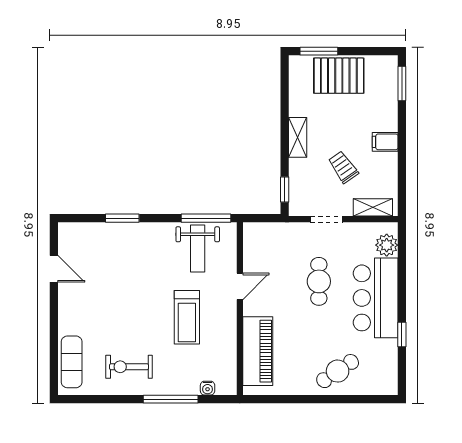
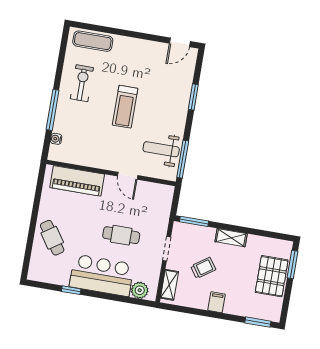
window: (285, 189) -> (194, 221), width x1.50
door: (54, 269) -> (180, 42), moved
treadmill: (187, 317) -> (125, 107), moved, turned -90

